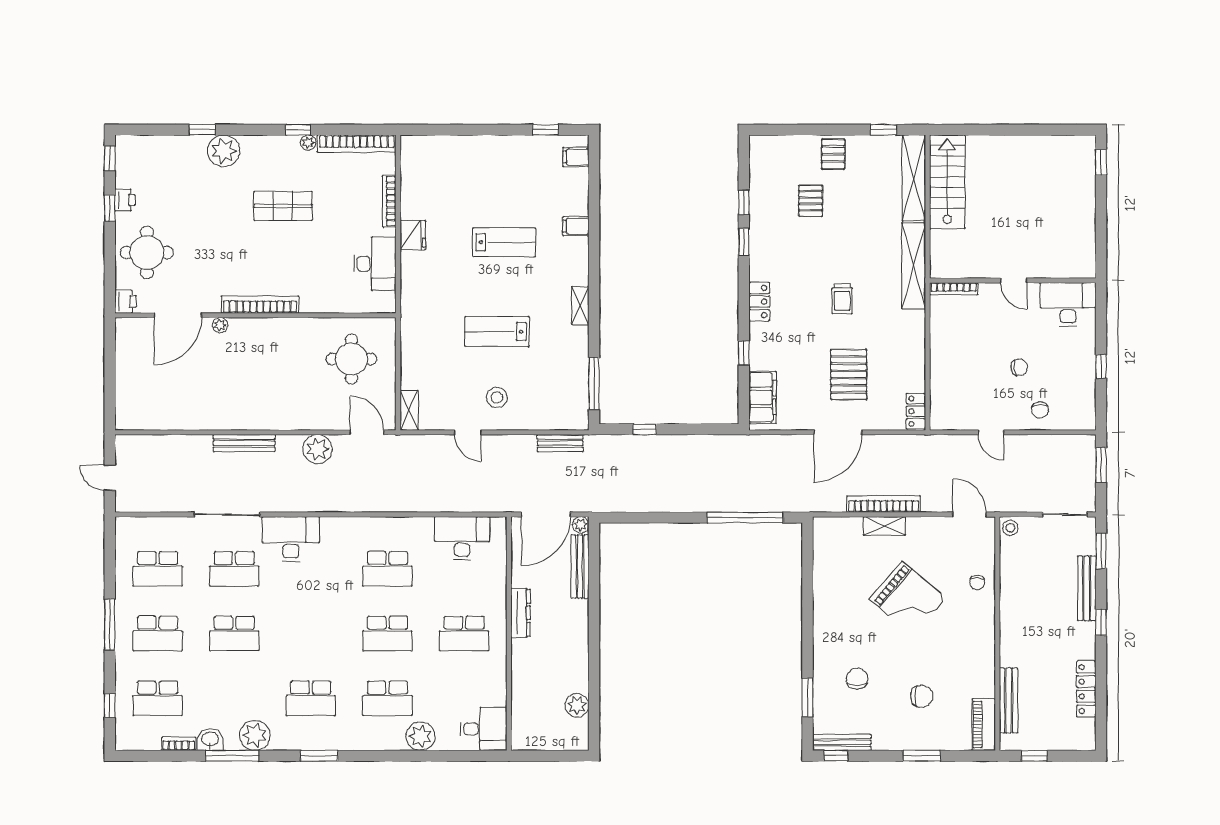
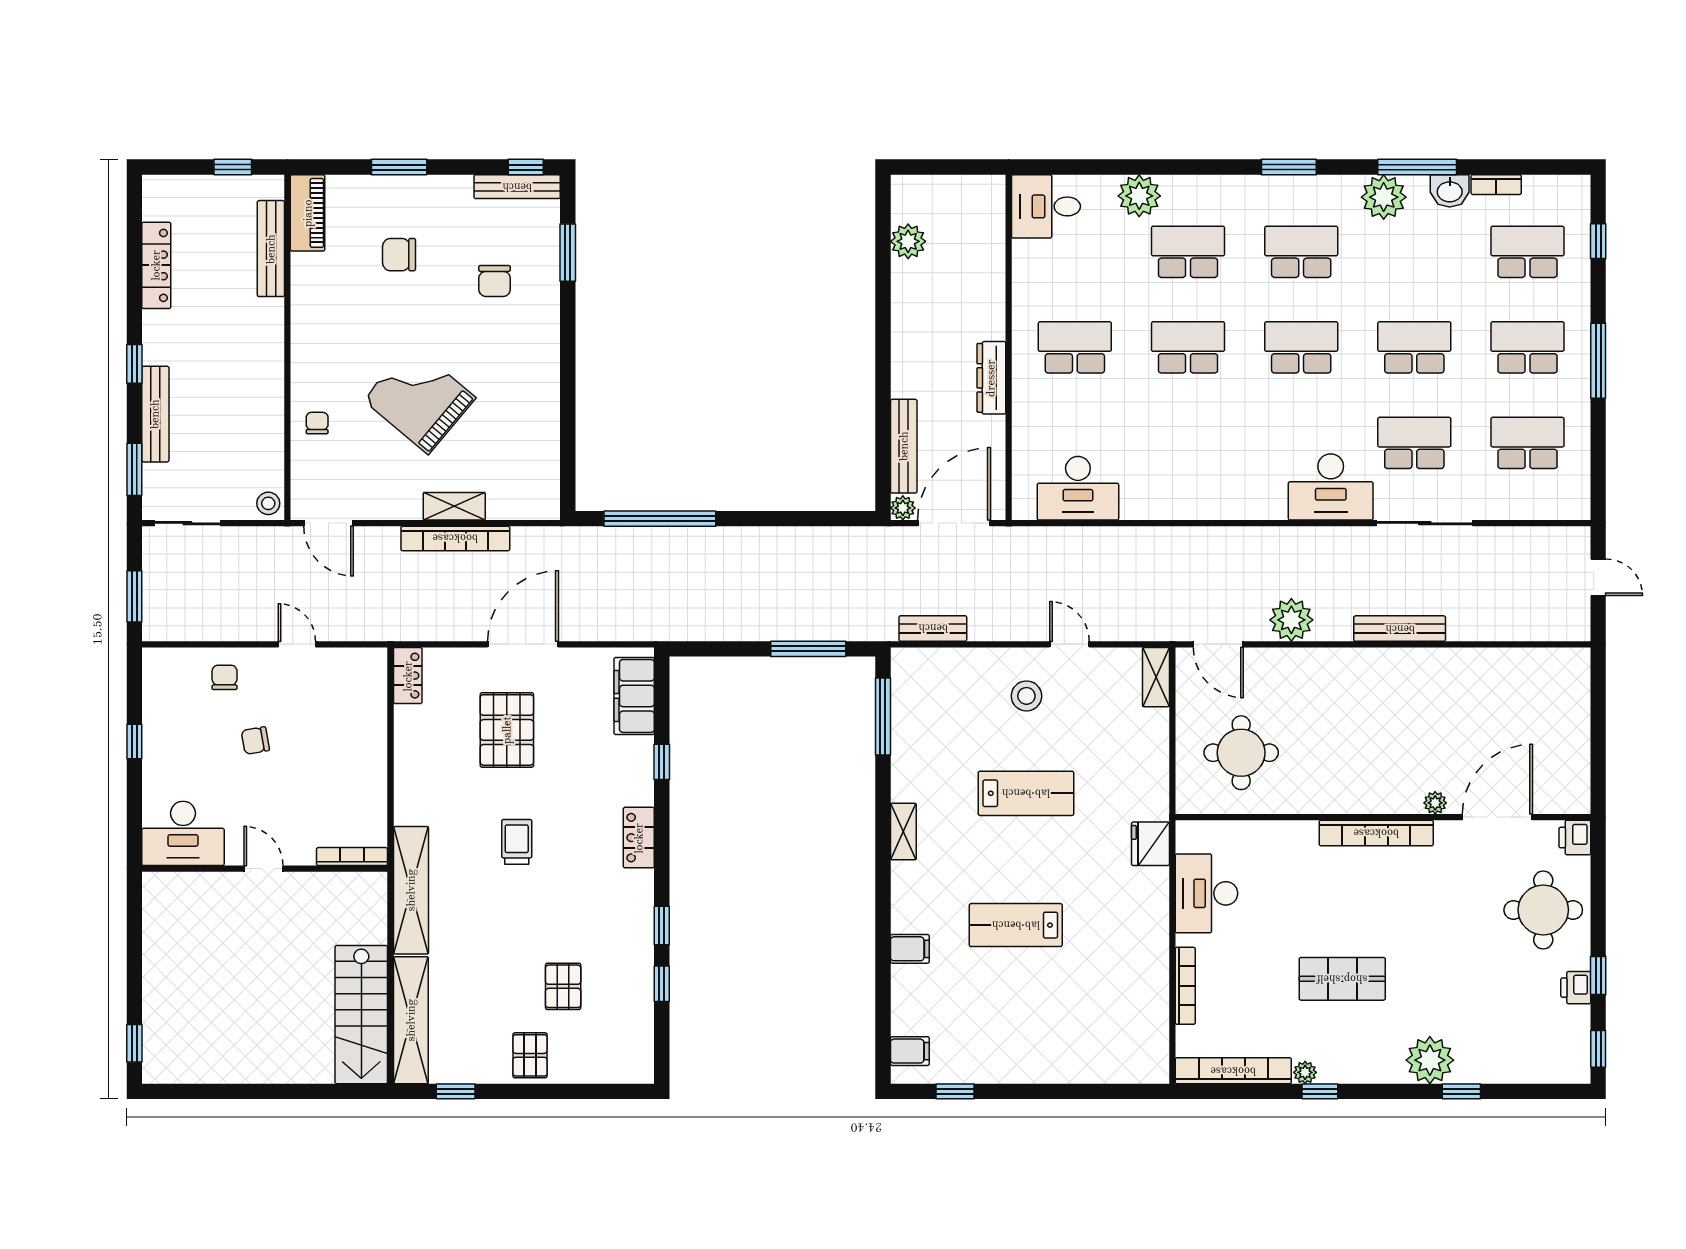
fridge: (413, 235) -> (1150, 844), moved
window: (645, 429) -> (808, 649), width x2.17
school desk: (387, 569) -> (1301, 347), moved

